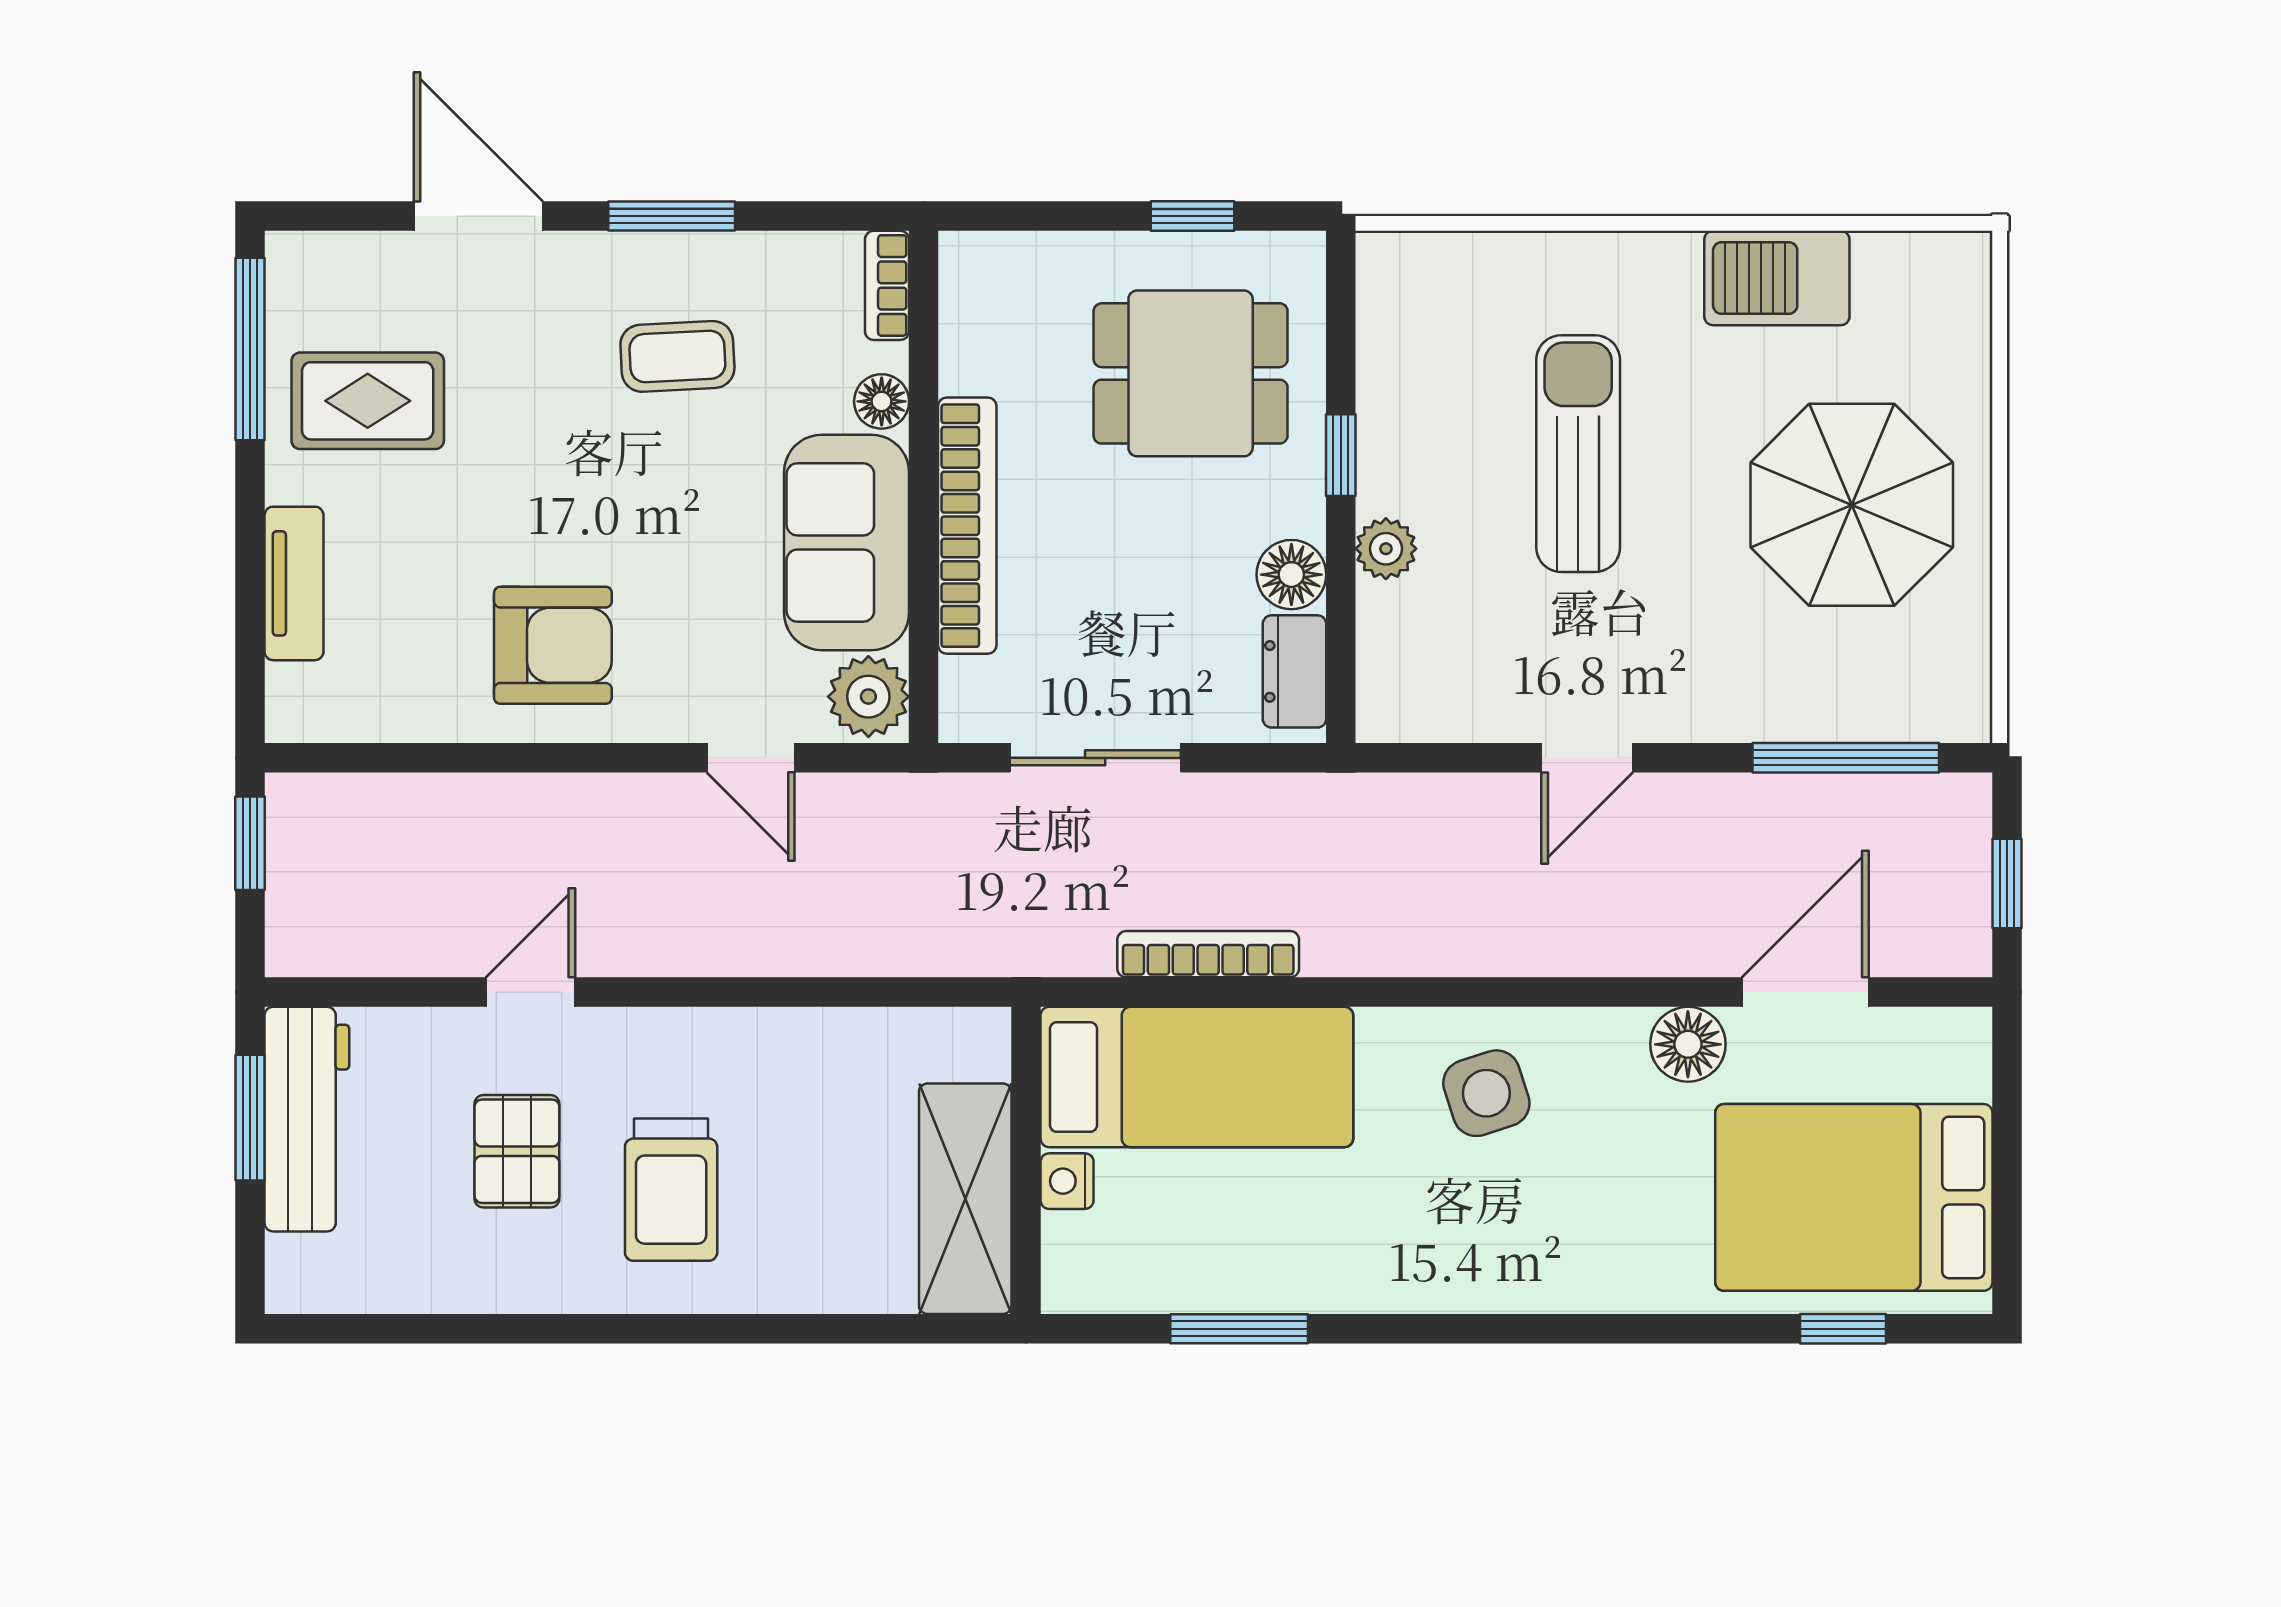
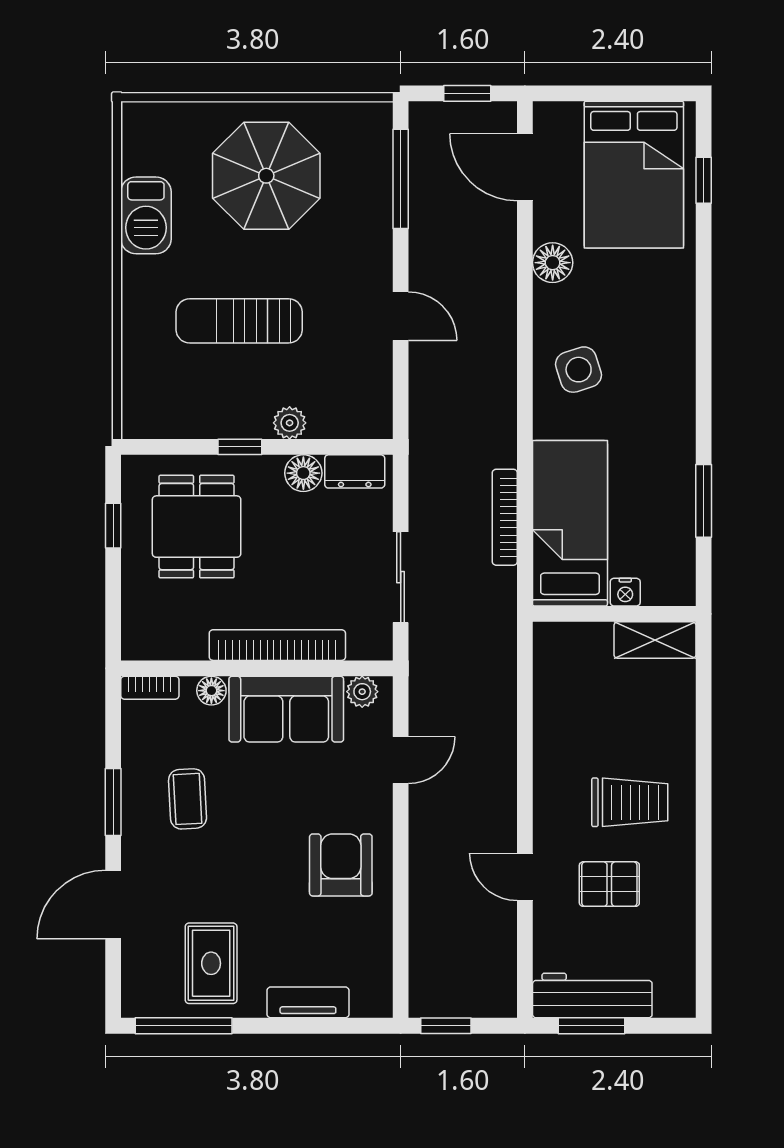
plant: (868, 697) -> (362, 692), width x0.73, depth x0.73
door: (1805, 992) -> (525, 167), moved
shelving: (965, 1199) -> (655, 640), width x0.67, depth x0.75

